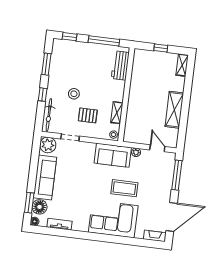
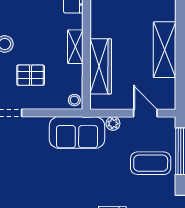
shelving: (117, 113) -> (75, 47), moved
wardrobe: (133, 115) -> (101, 66), added
coffee table: (124, 188) -> (151, 163), moved

